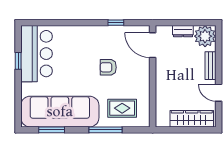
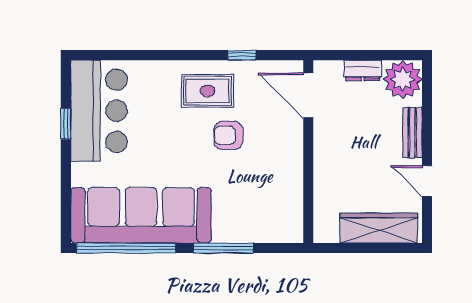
rug: (122, 108) -> (207, 91), moved
window: (52, 130) -> (126, 248), width x2.11

